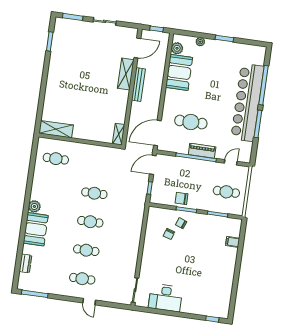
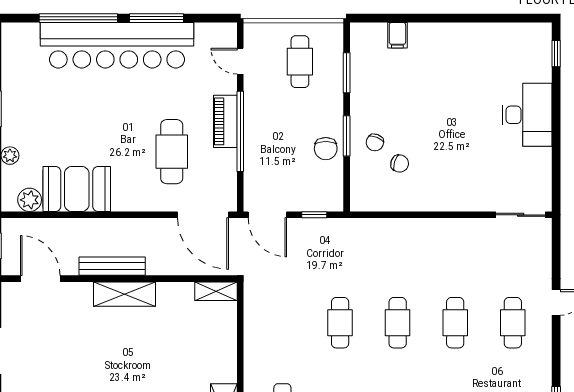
shelving: (126, 74) -> (124, 294), moved
desk: (166, 298) -> (527, 115), moved

